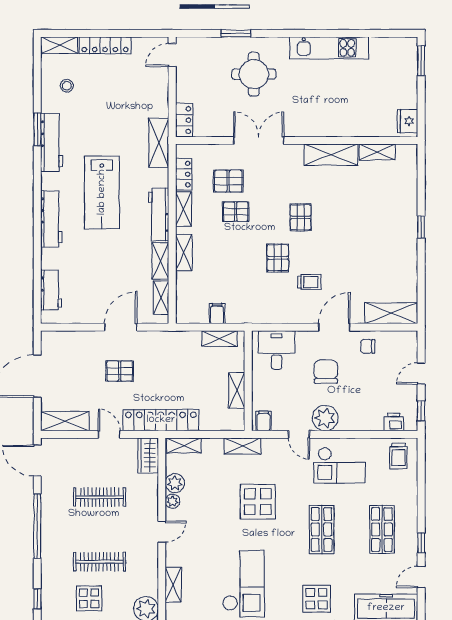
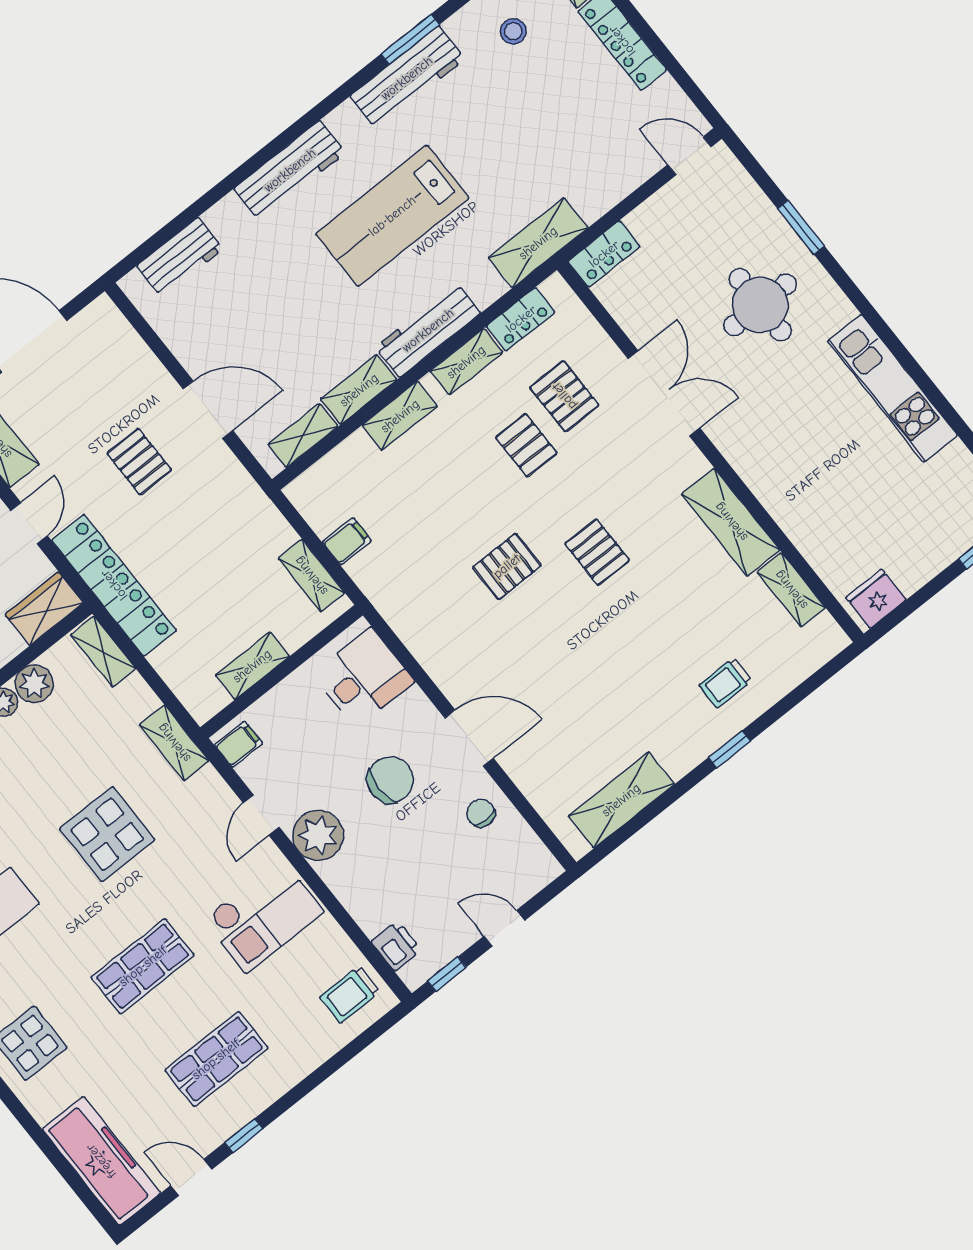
pallet: (301, 217) -> (597, 552), turned 90
trolley: (309, 282) -> (725, 683), moved, turned 90
shelving: (391, 313) -> (621, 800), moved, turned 90
checkout: (340, 465) -> (263, 915), turned -90

